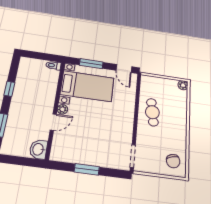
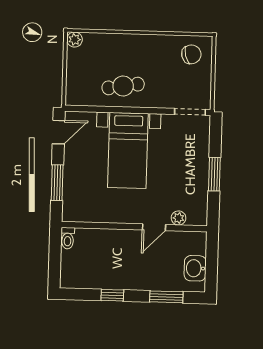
bed with nightstands: (87, 86) -> (128, 151), moved, turned 180
plant: (62, 109) -> (179, 218), moved
door: (53, 122) -> (154, 227), swing flipped
washbasin: (38, 149) -> (195, 268), moved, turned 90

